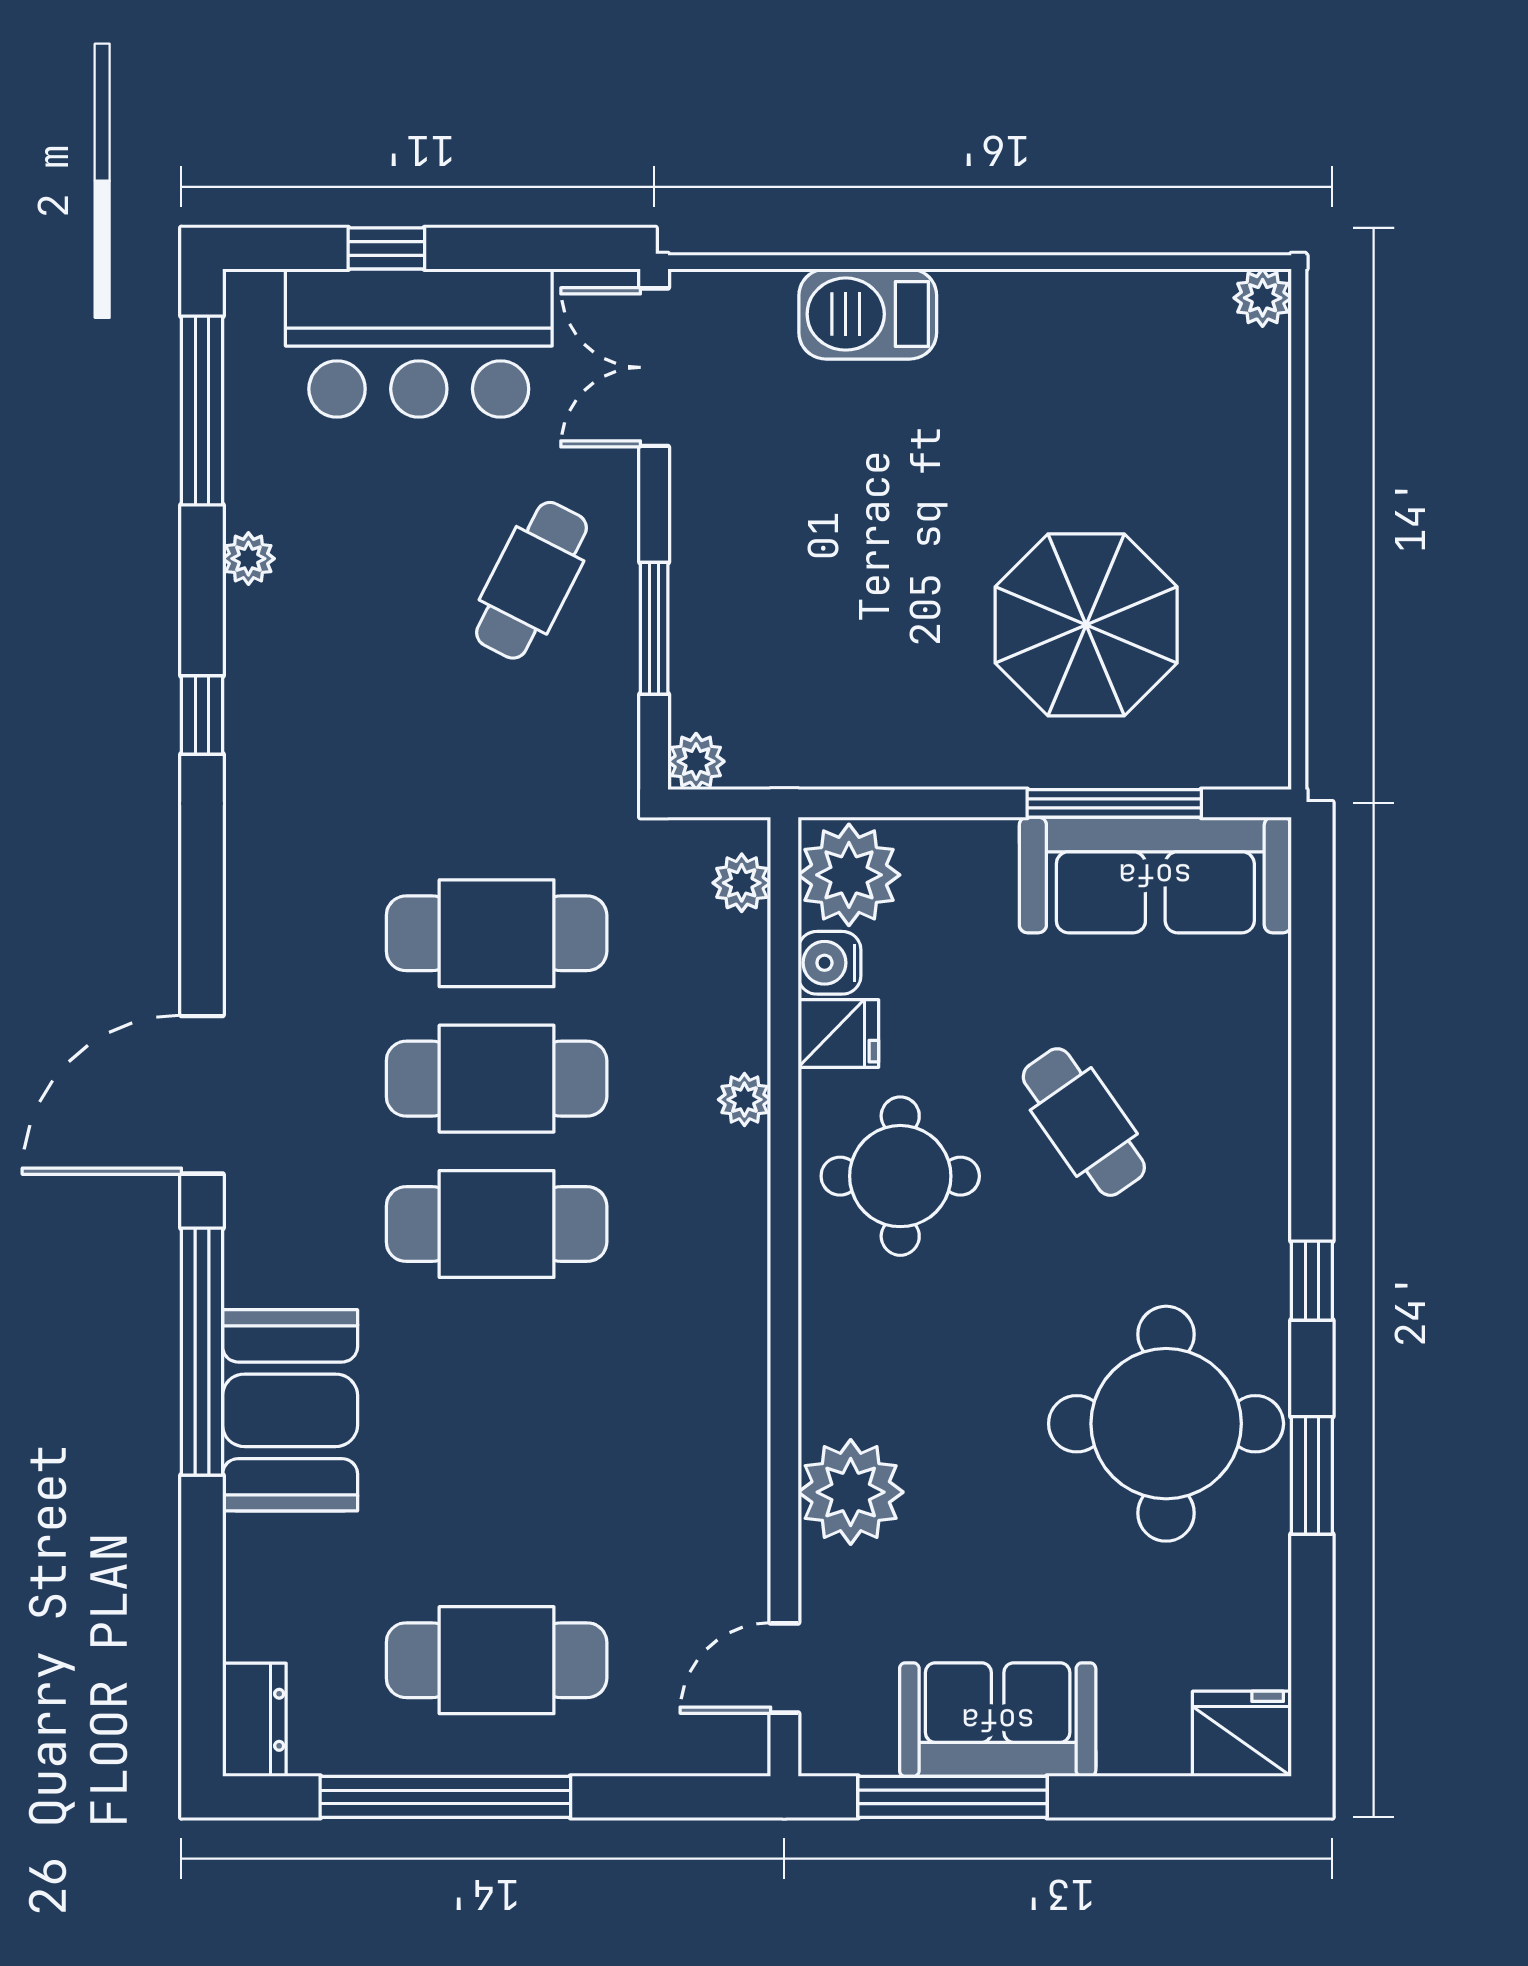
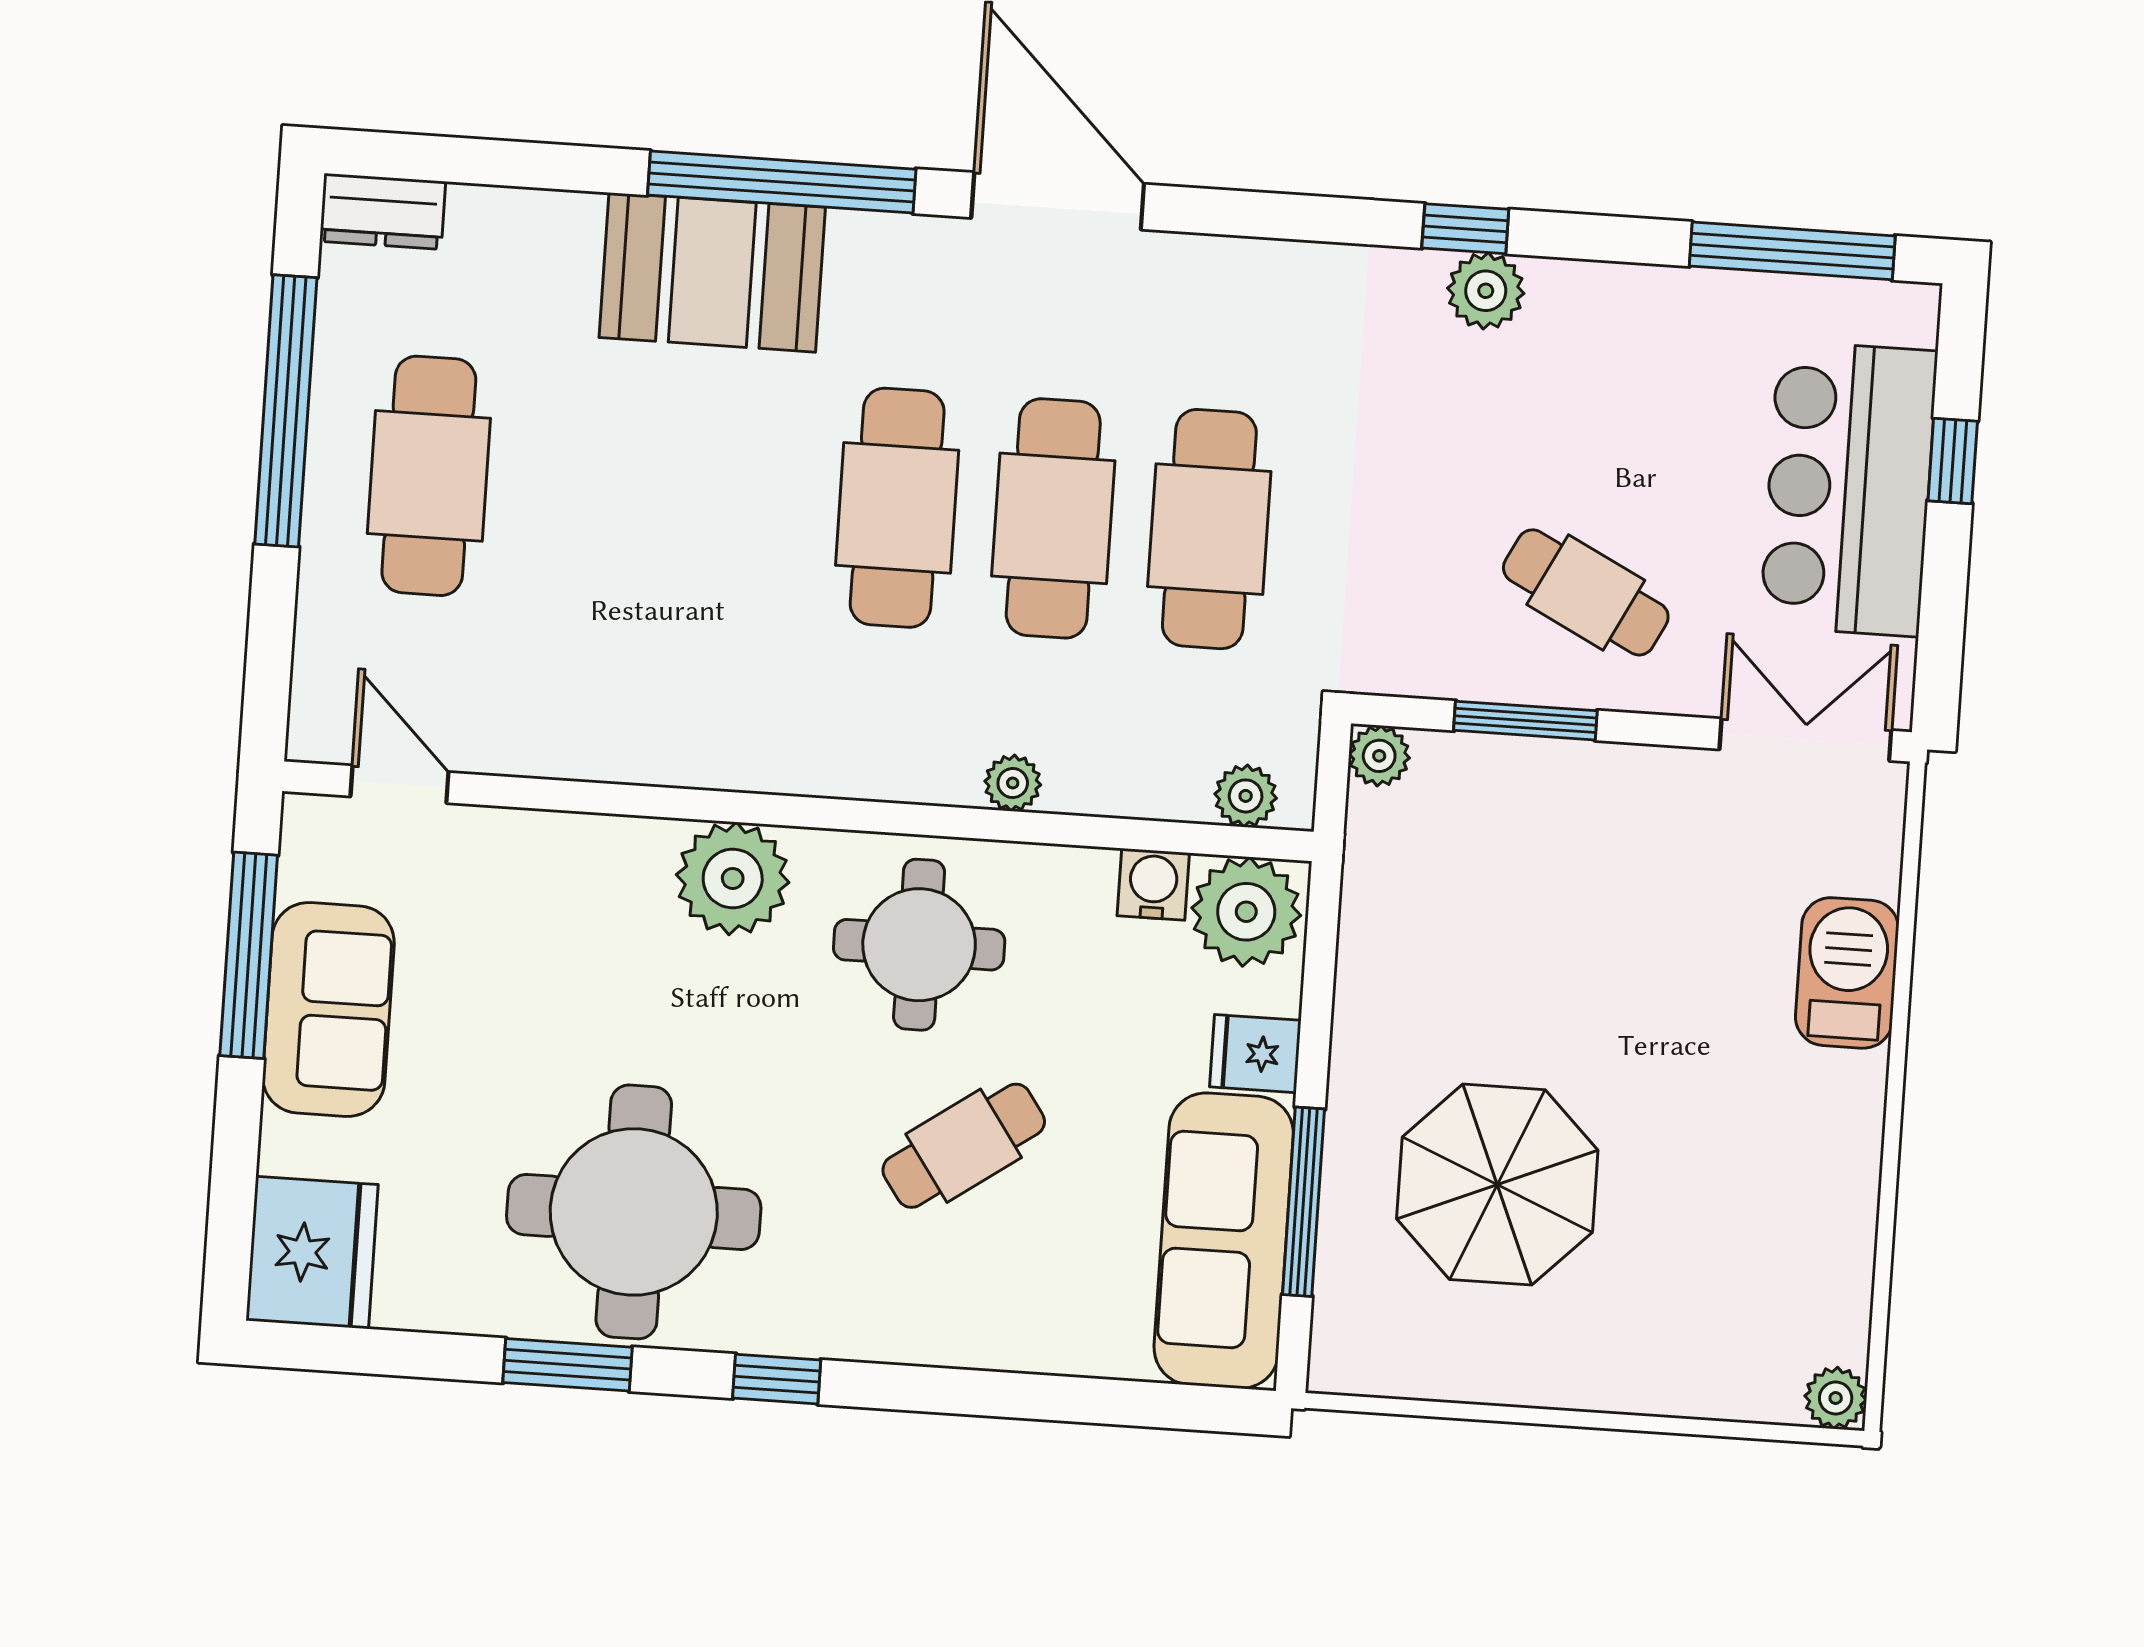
plant: (248, 559) -> (1486, 291), moved, width x1.38, depth x1.38
fridge: (838, 1034) -> (1255, 1054), moved, turned 90
plant: (851, 1492) -> (733, 878), moved
fridge: (1242, 1734) -> (312, 1253), width x1.36, depth x1.34

